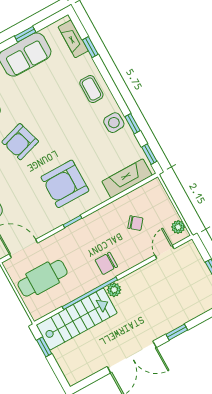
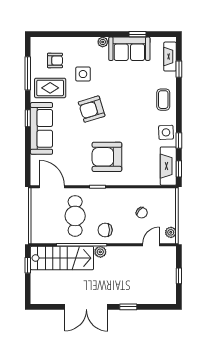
fireplace: (127, 178) -> (168, 166), moved, turned -90
cafe table: (43, 278) -> (75, 216), moved, turned 90

